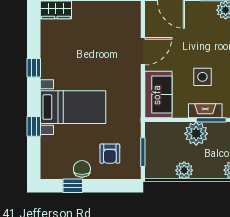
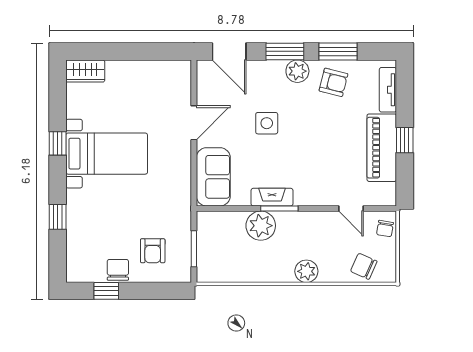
side table: (202, 77) -> (267, 123), moved
bed with nightstands: (73, 107) -> (107, 154), moved
plant: (184, 170) -> (246, 272), removed

